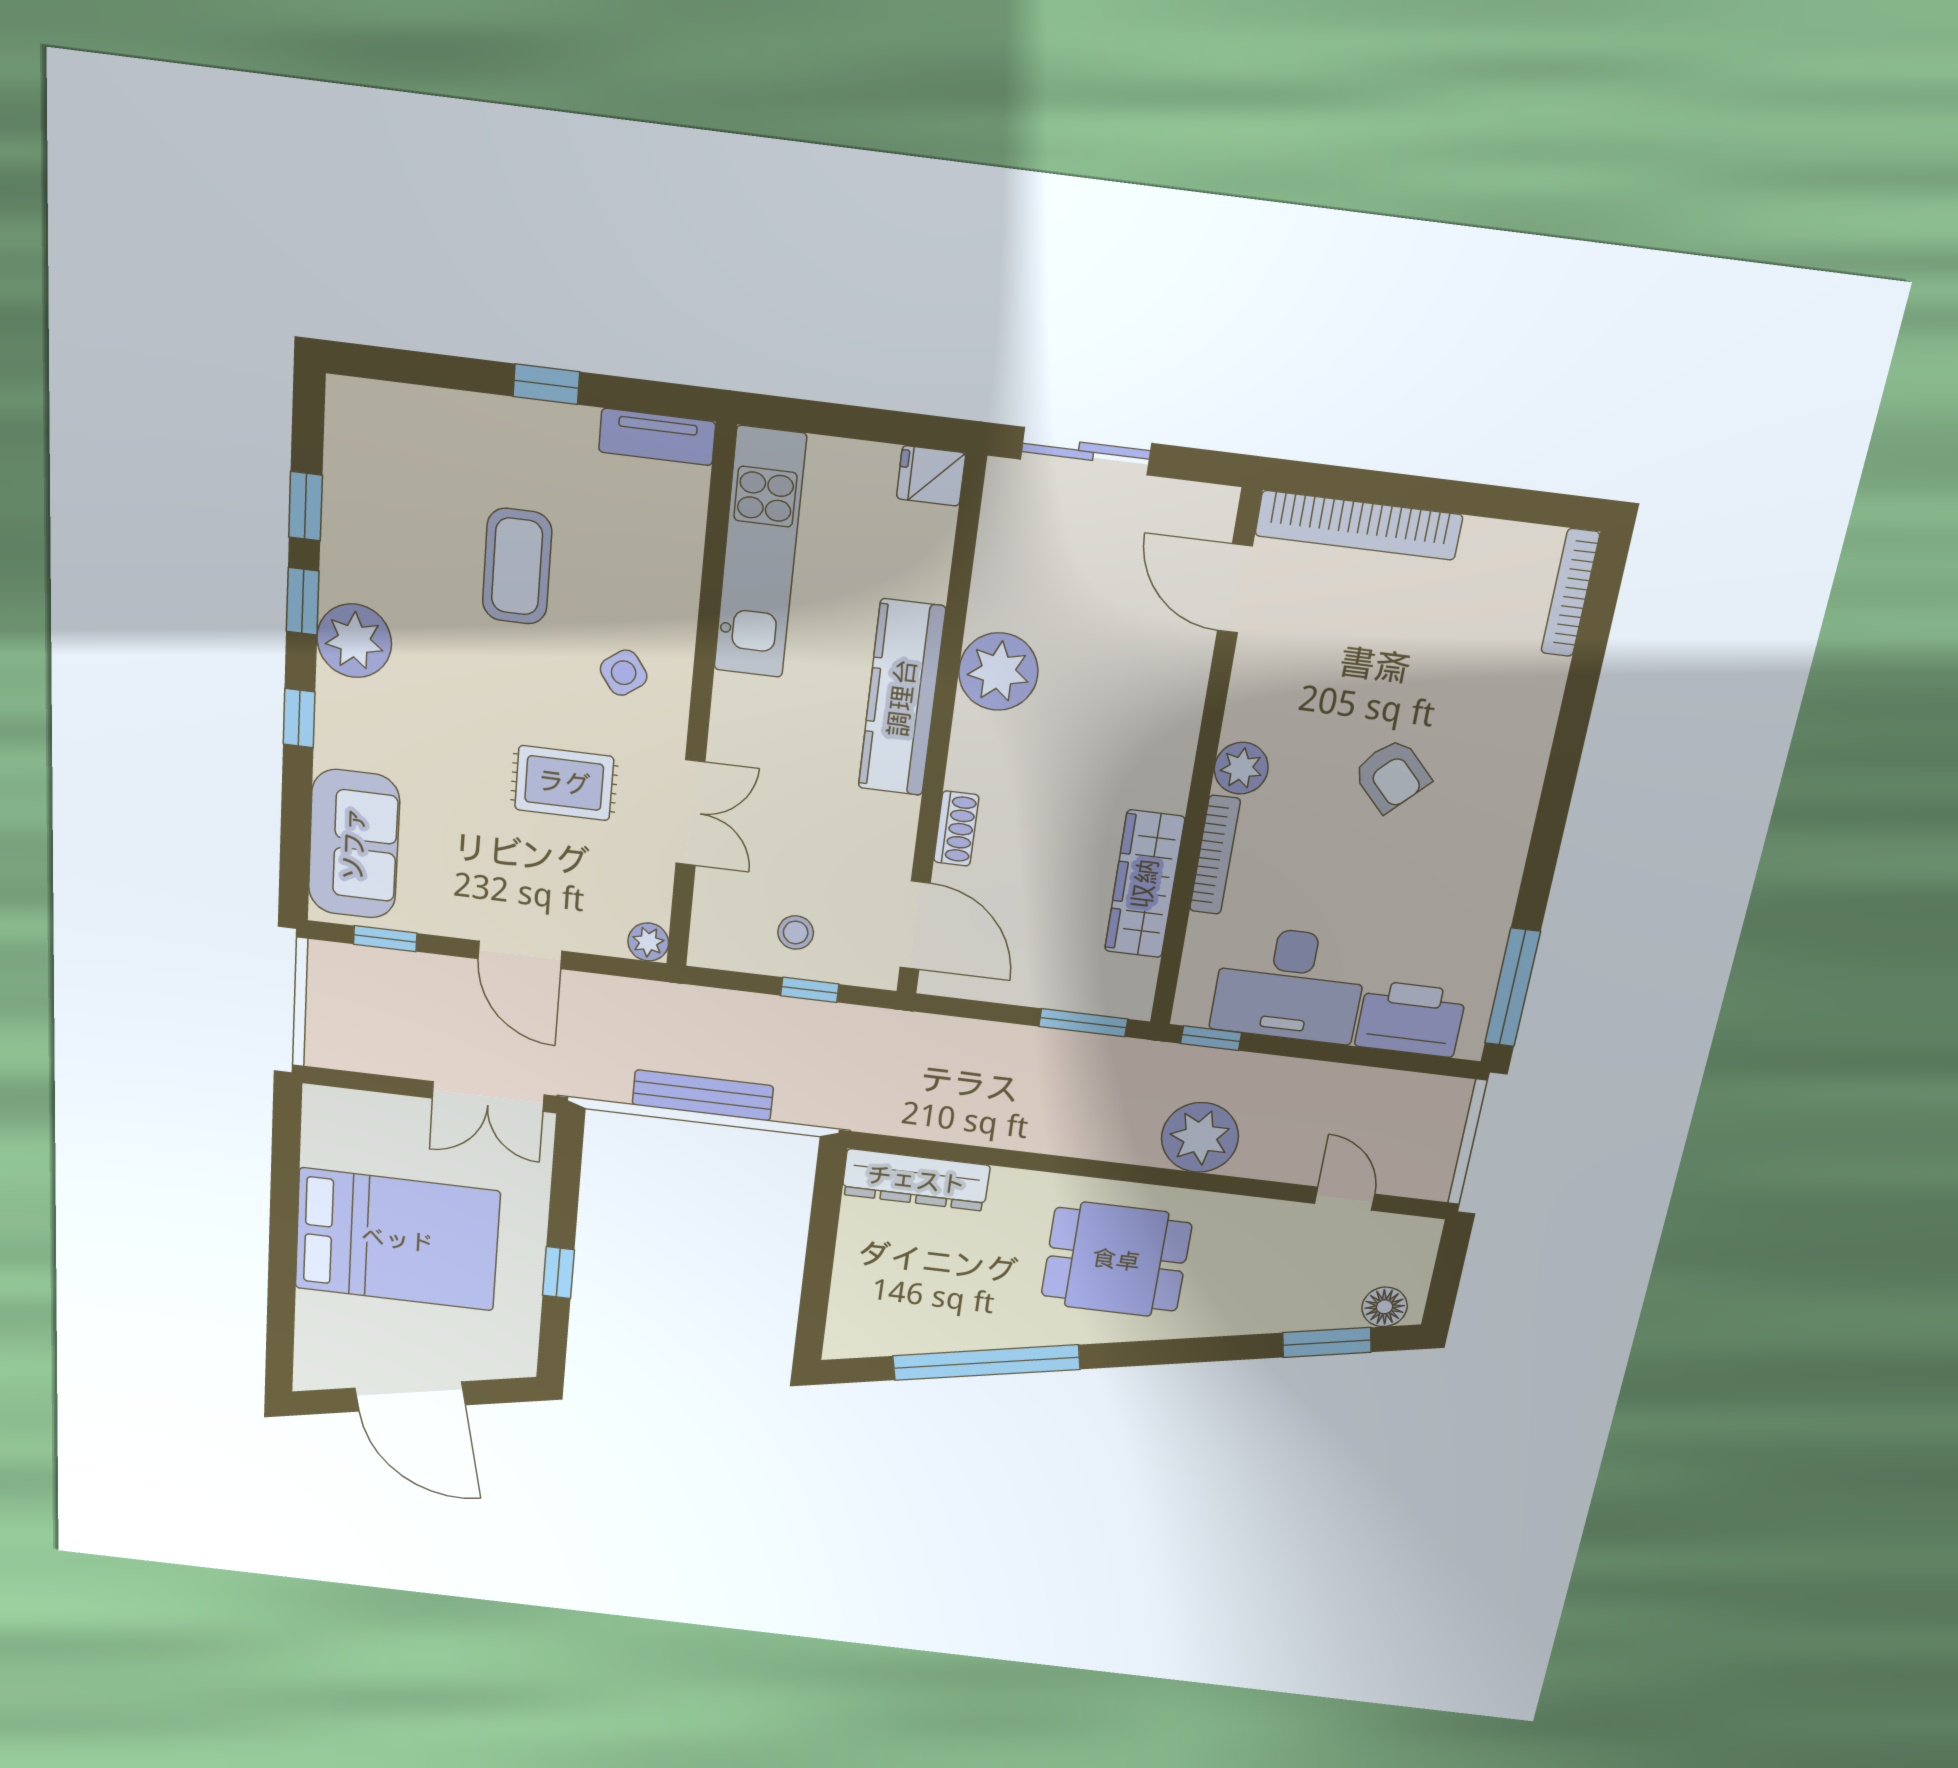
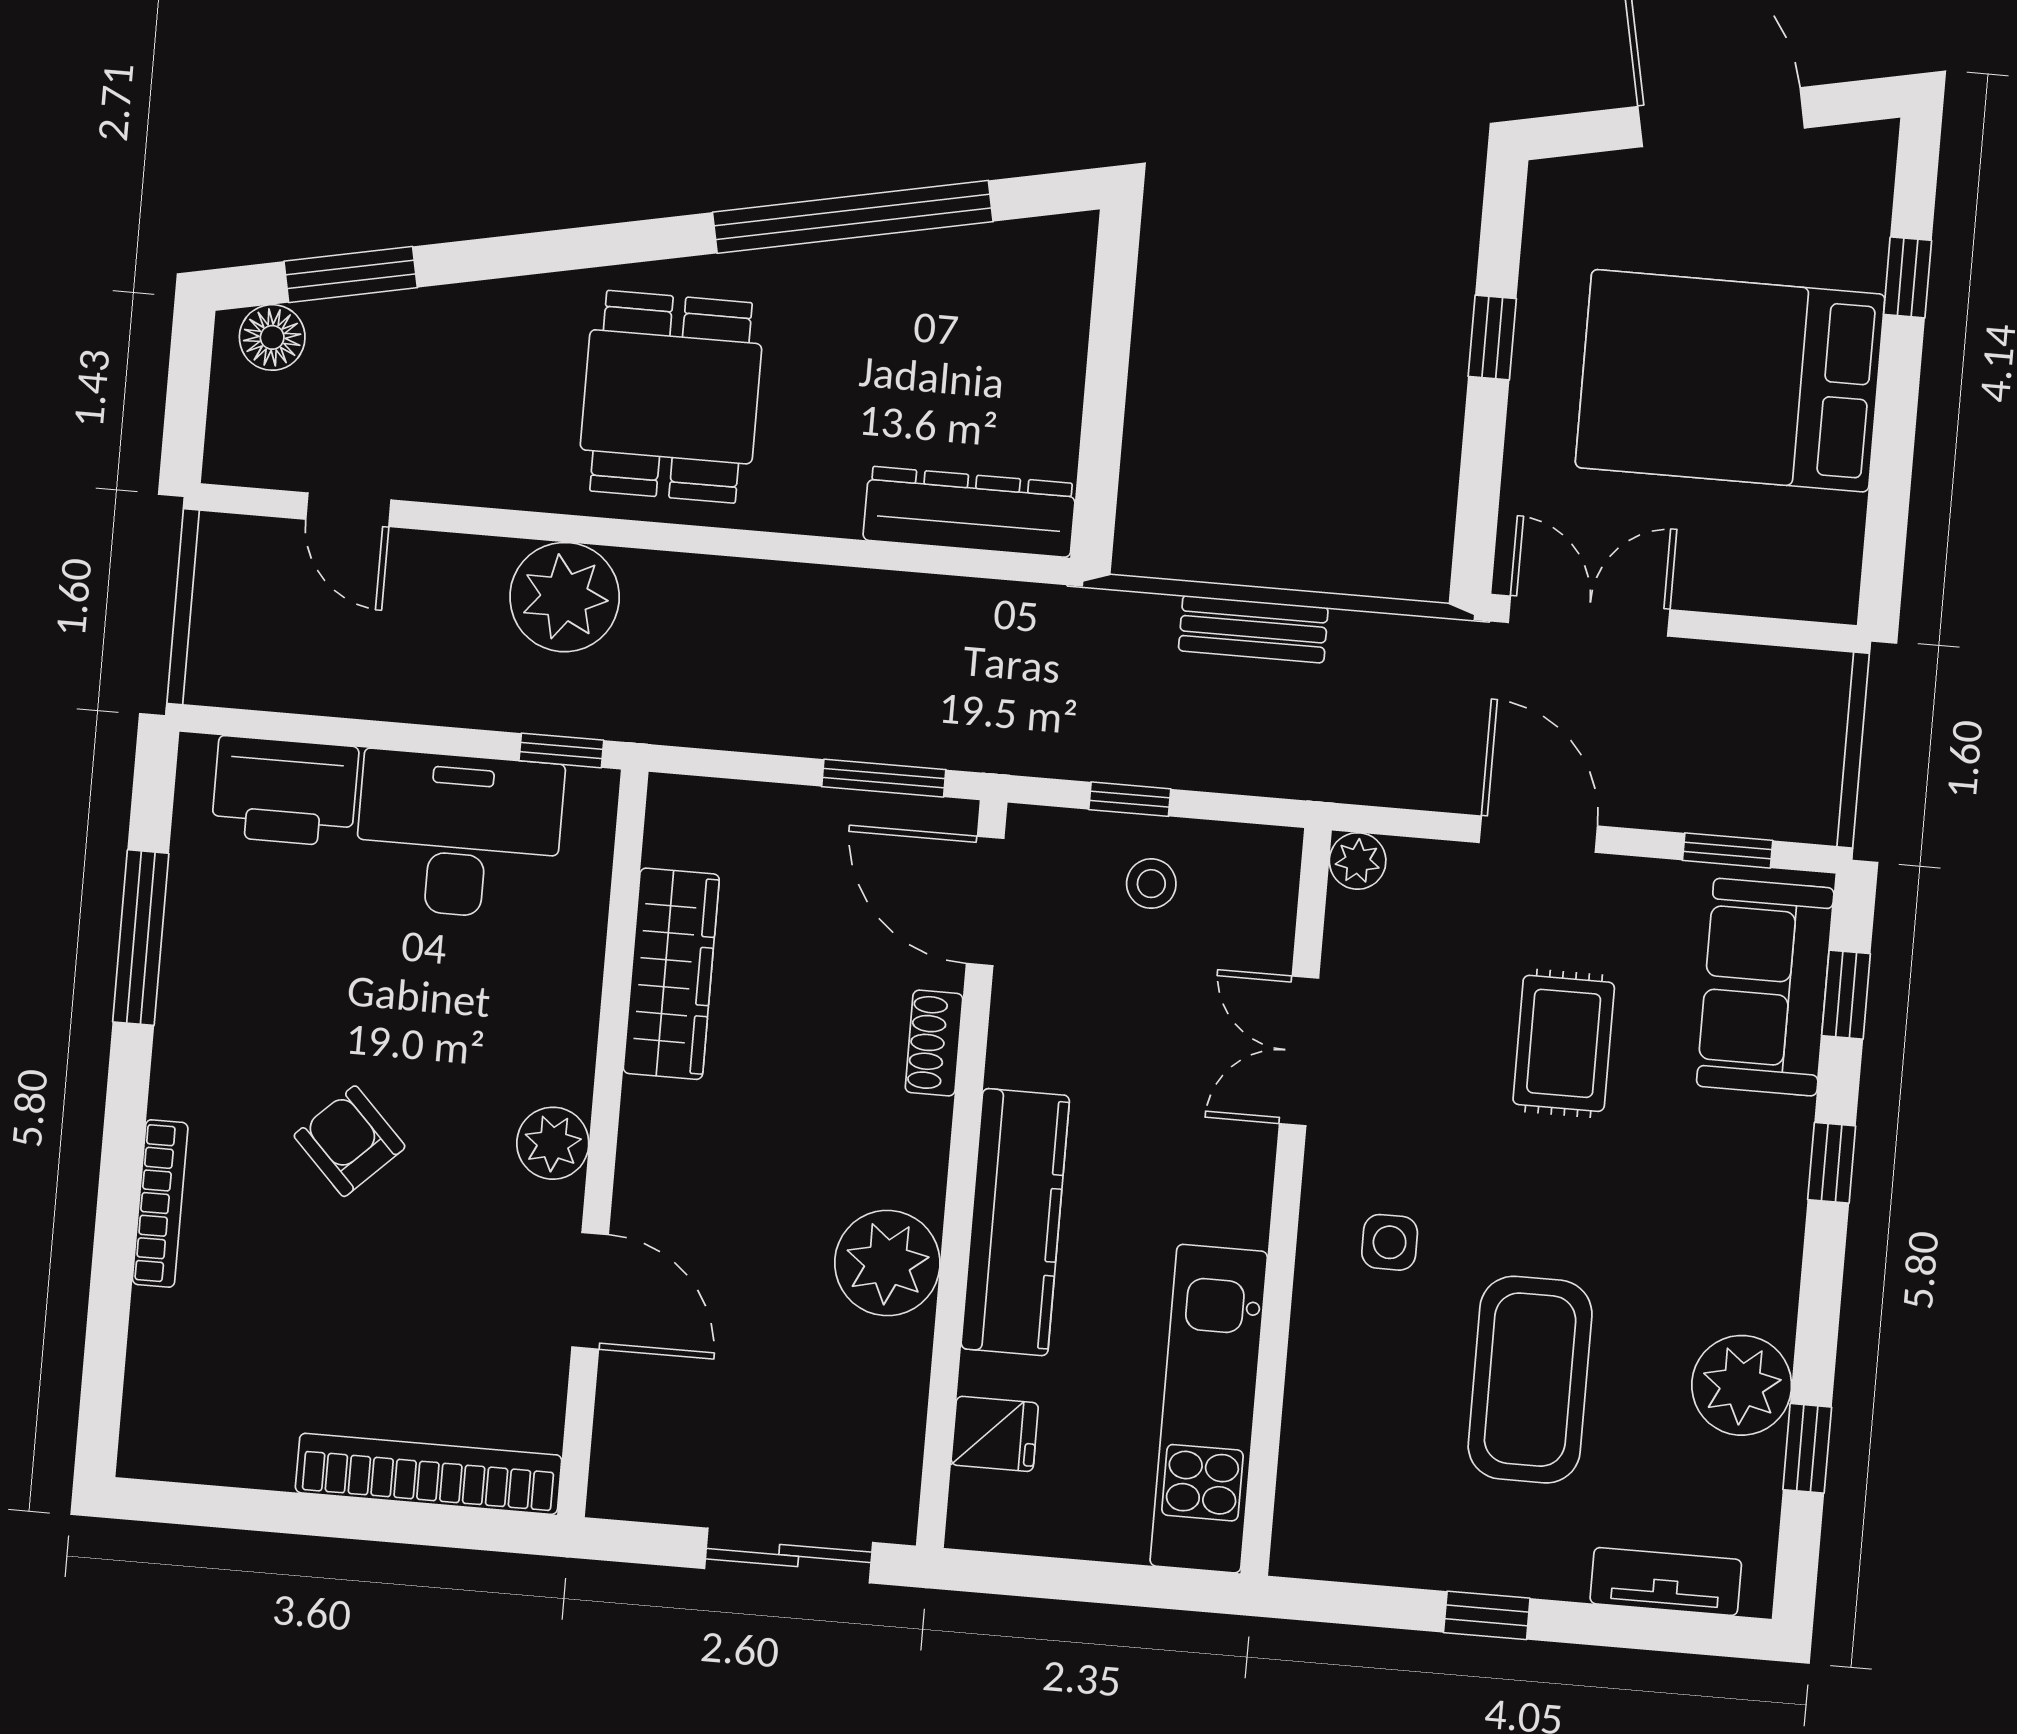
tv unit: (657, 437) -> (1666, 1582), moved
fridge: (931, 476) -> (995, 1434), moved
coffee table: (517, 566) -> (1530, 1380), width x1.36, depth x1.32
door: (1235, 588) -> (590, 1291), moved
bookcase: (1570, 593) -> (160, 1204), moved
window: (303, 601) -> (1846, 995), moved
plant: (354, 641) -> (1742, 1385), moved
side table: (624, 673) -> (1390, 1242), turned 36
rug: (564, 783) -> (1564, 1043), moved, turned 90
bookcase: (1215, 855) -> (578, 1020), removed
window: (1512, 988) -> (141, 938), moved
window: (1083, 1023) -> (884, 778), moved
bench: (703, 1095) -> (1253, 629), width x0.73
dining table: (1116, 1260) -> (671, 397), turned 90
window: (281, 1297) -> (1908, 277), added

